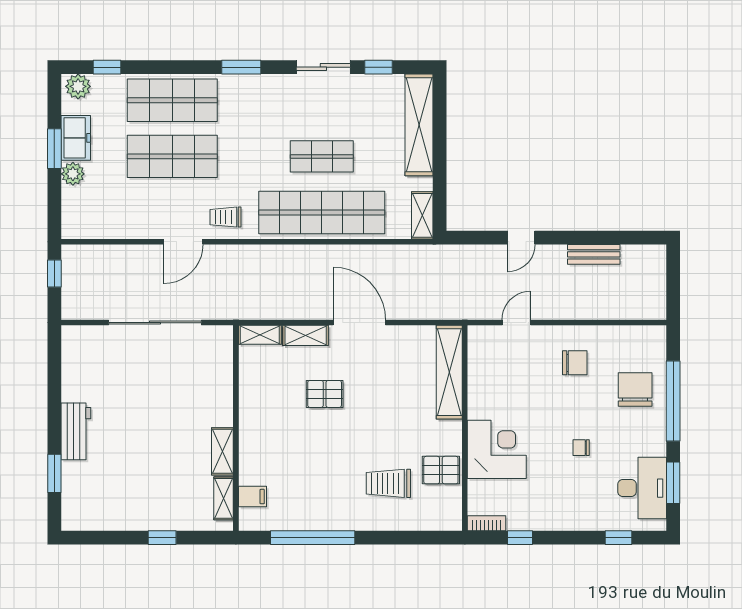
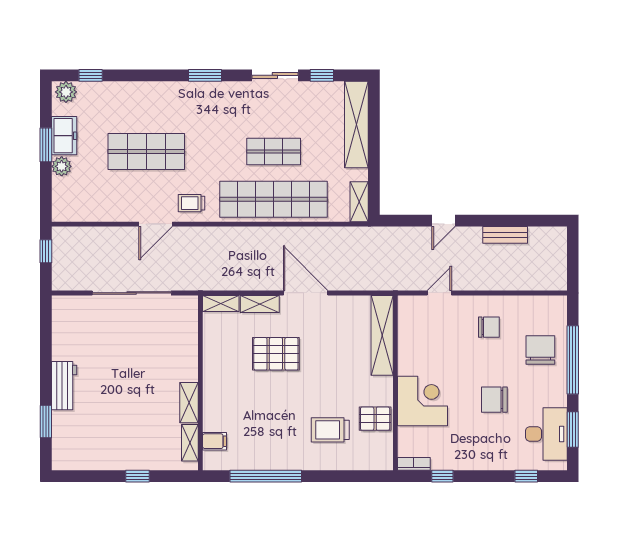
shop shelf: (172, 100) -> (146, 104), removed
pallet: (325, 394) -> (276, 354), width x1.50, depth x1.42
chair: (581, 448) -> (494, 400), width x1.87, depth x1.87

